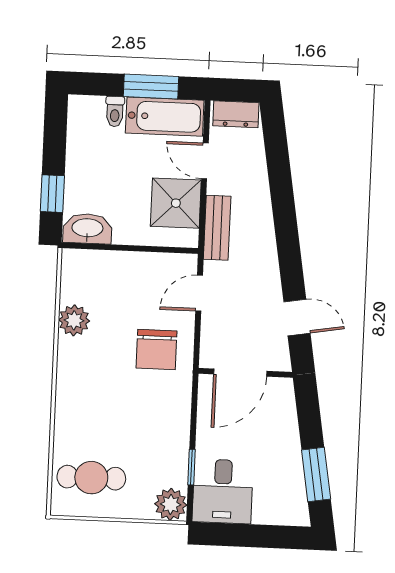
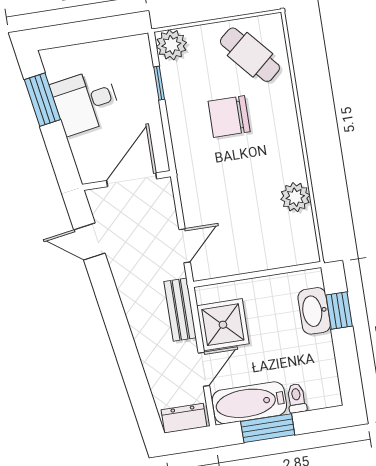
door: (205, 161) -> (204, 369), hinge flipped
washbasin: (87, 229) -> (314, 311), moved, turned 90
chair: (156, 350) -> (229, 116), moved, turned -90
cafe table: (91, 478) -> (250, 55), turned 49
desk: (223, 491) -> (86, 102), moved, turned -99

